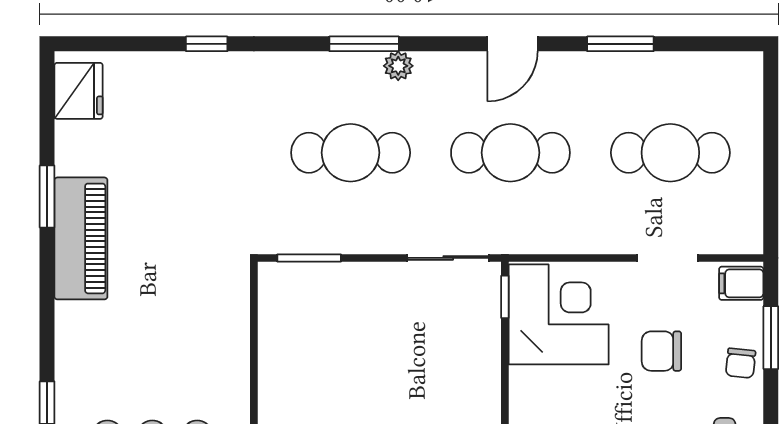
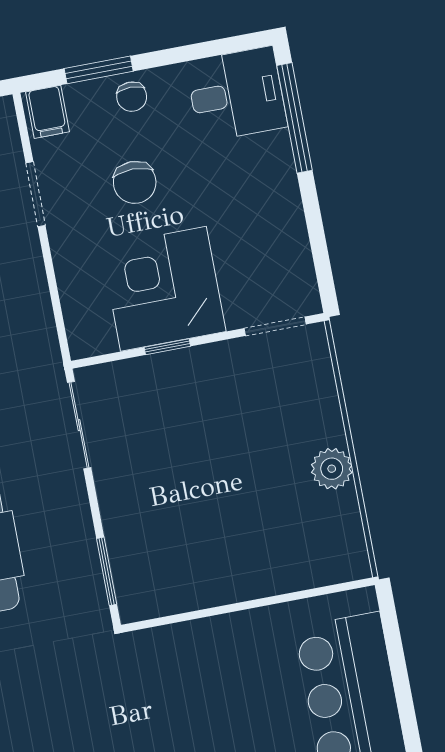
window: (505, 297) -> (167, 347), moved
corner desk: (559, 314) -> (163, 289), moved
chair: (741, 363) -> (132, 97), turned 84

